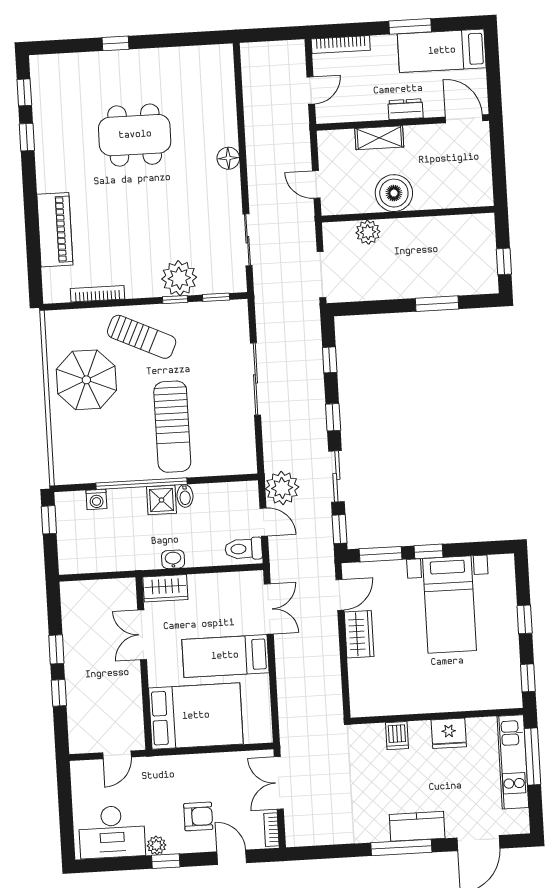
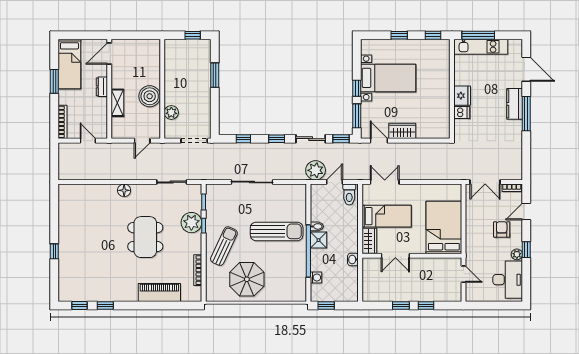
dining table: (135, 135) -> (145, 237), moved
washbasin: (173, 559) -> (353, 260), moved
bed: (225, 656) -> (387, 216), moved, turned -90
fridge: (449, 733) -> (462, 96), moved

